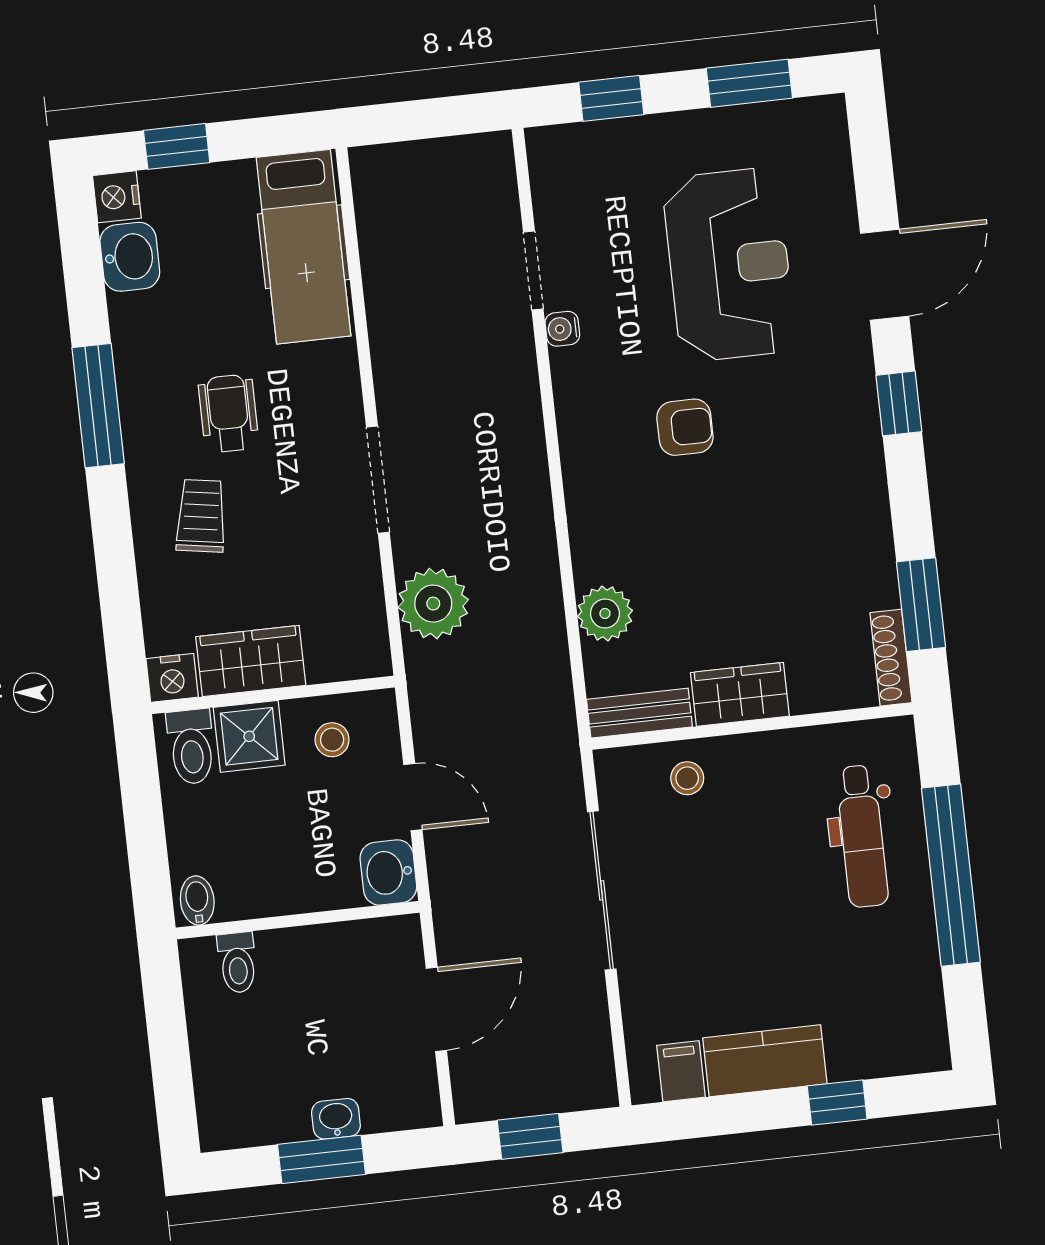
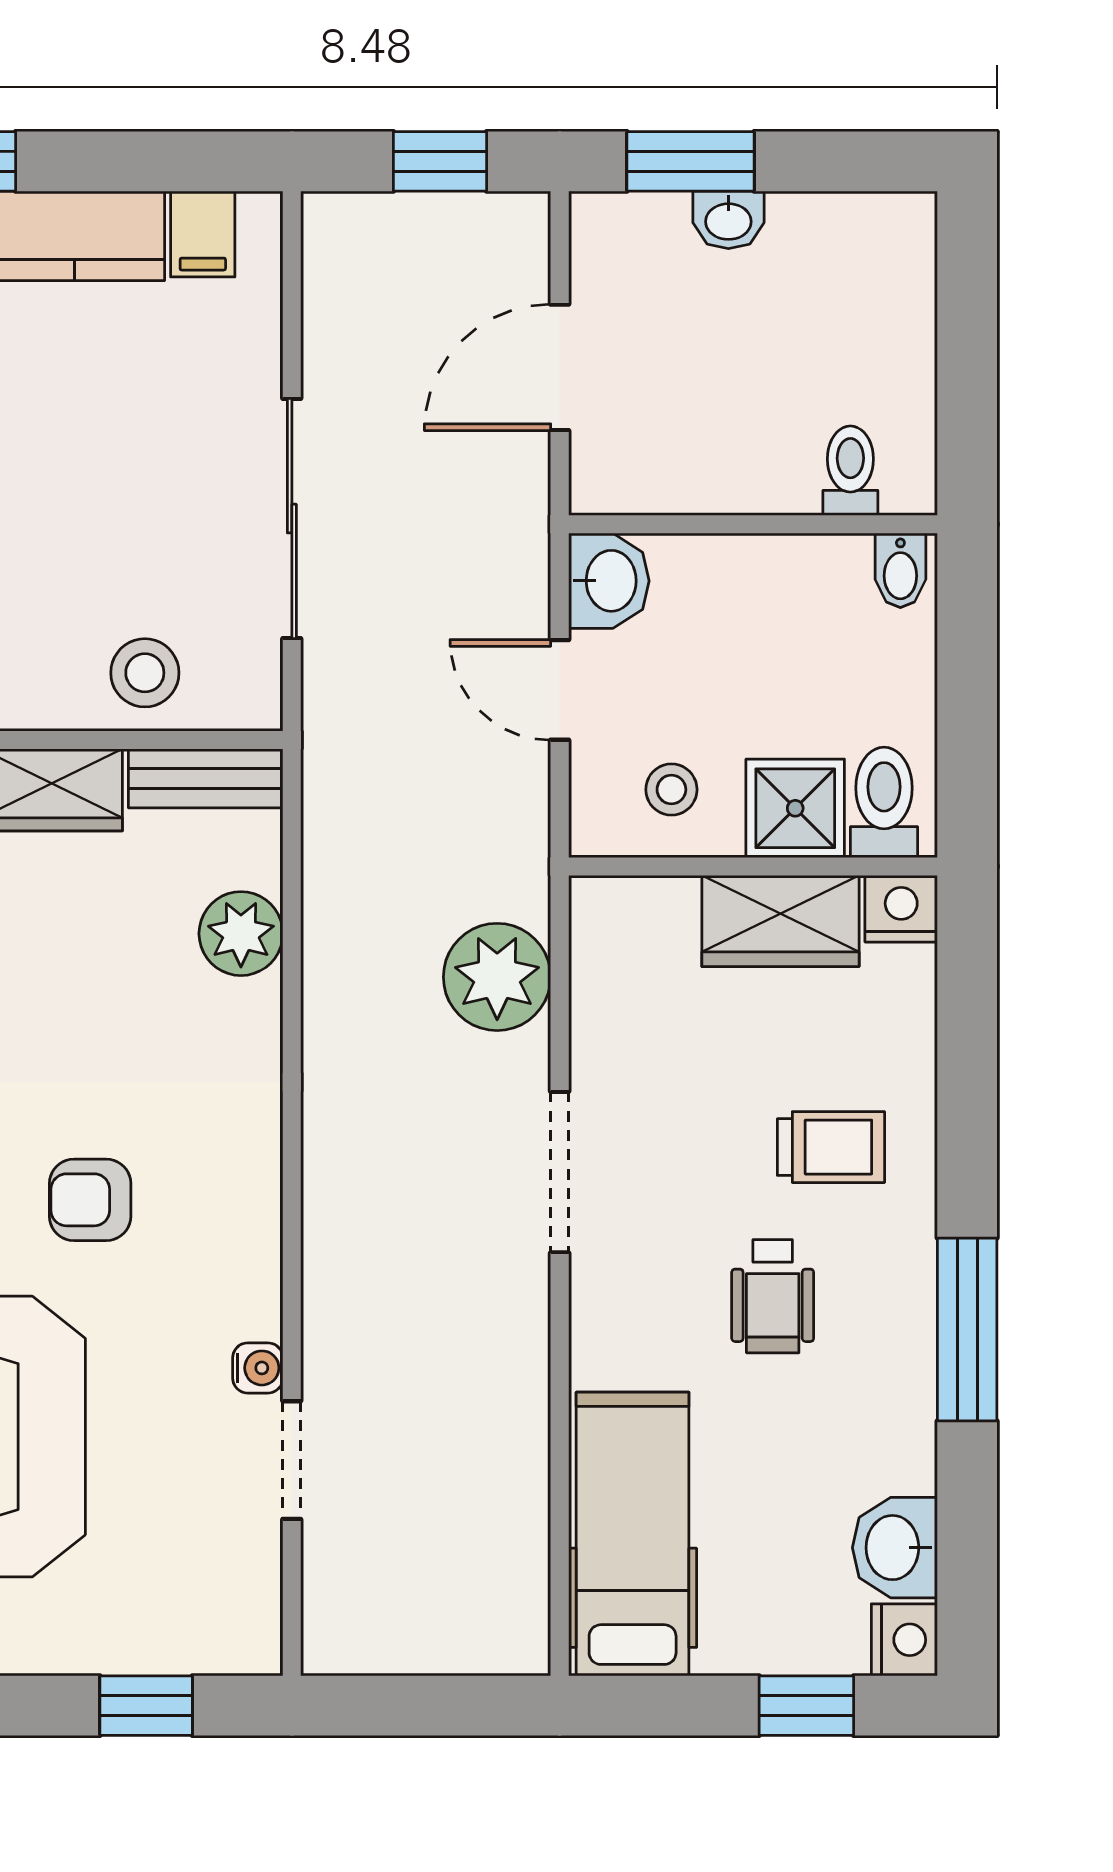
trolley: (201, 516) -> (831, 1147), turned -99
stool: (687, 778) -> (145, 673), width x1.37, depth x1.37
window: (321, 1159) -> (690, 161), moved

